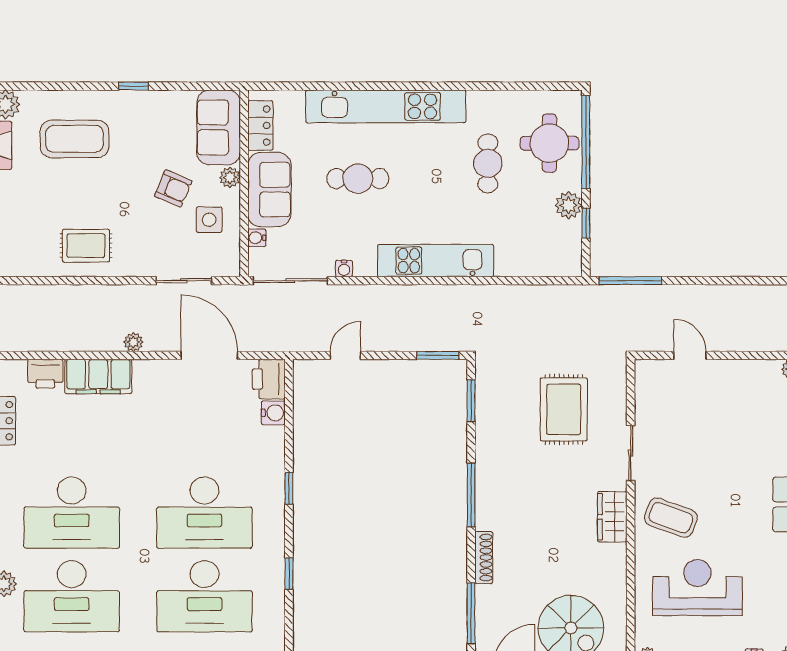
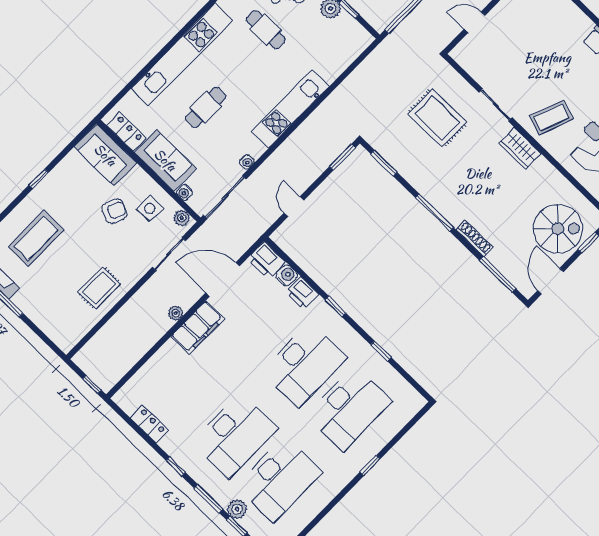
plant: (230, 177) -> (182, 218), moved
printer: (45, 374) -> (302, 293), moved, turned 90
filing cabinet: (98, 377) -> (198, 327), moved

